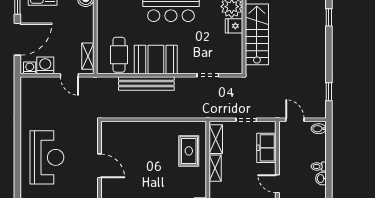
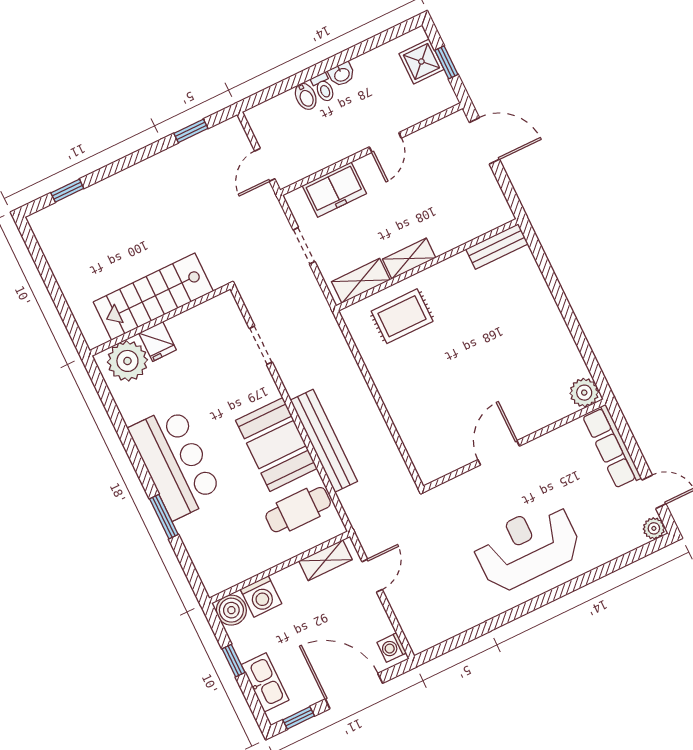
washing machine: (45, 65) -> (261, 596), moved, turned -90
bidet: (319, 129) -> (306, 96), moved

